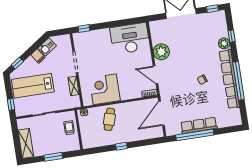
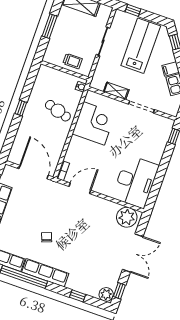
plant: (224, 43) -> (106, 294), moved
plant: (161, 52) -> (127, 217), moved

